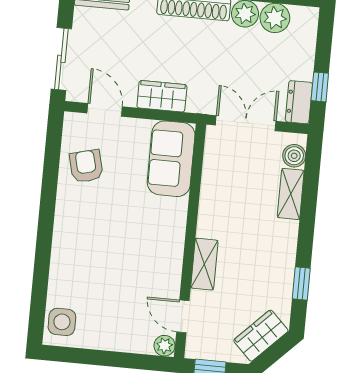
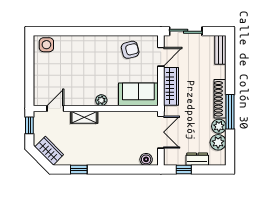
wardrobe: (162, 96) -> (171, 86), width x1.50
dresser: (299, 102) -> (197, 159), moved
shelving: (291, 194) -> (126, 159), removed
plant: (165, 346) -> (101, 100), moved

